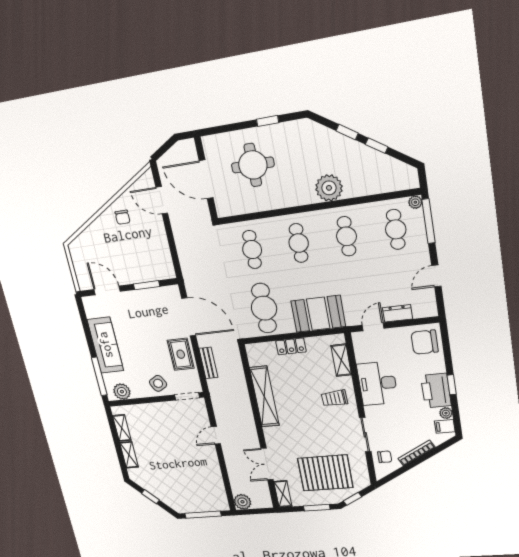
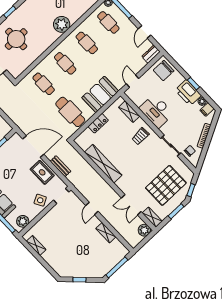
dresser: (397, 313) -> (151, 54), moved
shelving: (129, 455) -> (106, 233), moved
plant: (242, 502) -> (144, 230), moved

